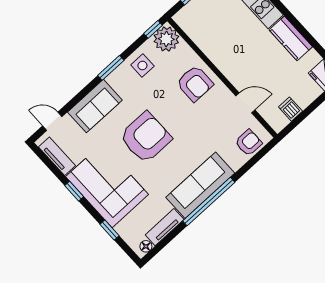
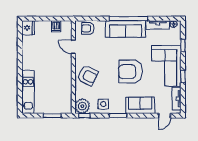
kitchen counter: (291, 38) -> (28, 57), removed
armchair: (195, 83) -> (88, 75), turned 117
door: (52, 121) -> (165, 116), hinge flipped

